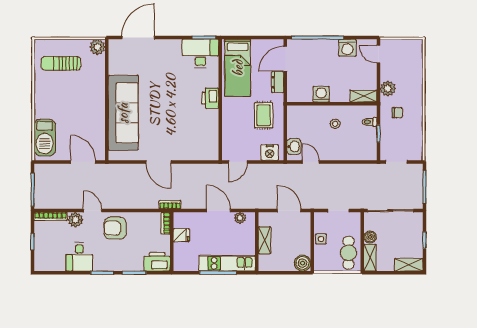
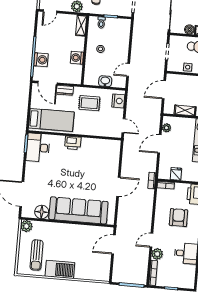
washing machine: (347, 48) -> (41, 60), moved
floor lamp: (117, 65) -> (42, 212), added
barbecue: (45, 138) -> (60, 269), moved
washbasin: (294, 147) -> (105, 81), moved
armchair: (115, 228) -> (178, 218), moved, turned 180

